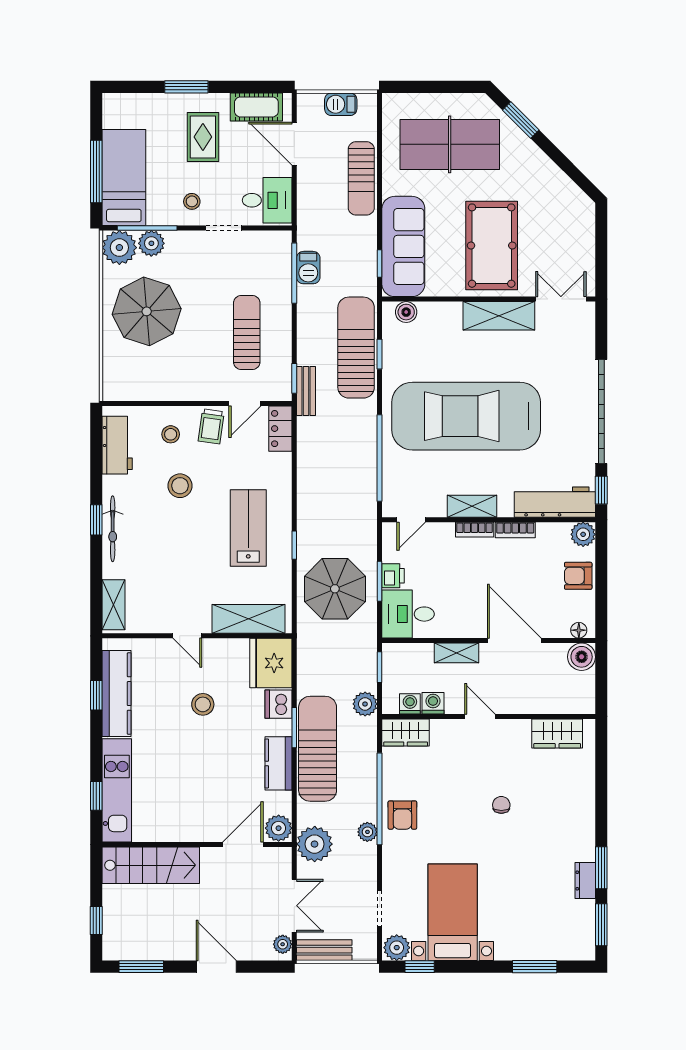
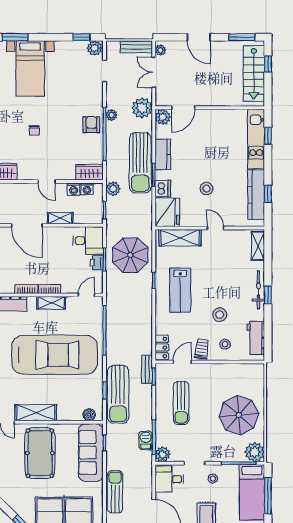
plant: (151, 243) -> (163, 454), moved
stairs: (151, 865) -> (254, 73), moved, turned -90
bed with nightstands: (453, 912) -> (30, 69), moved

